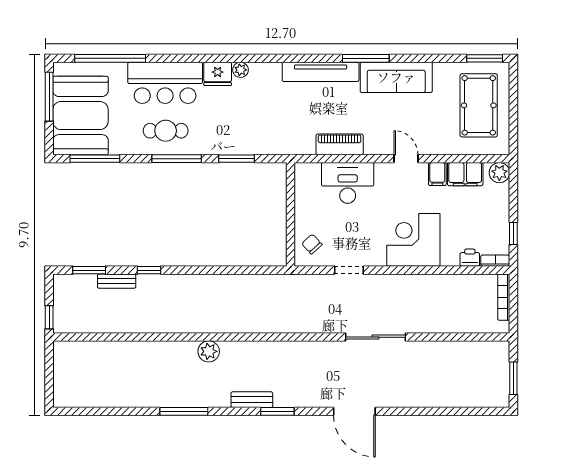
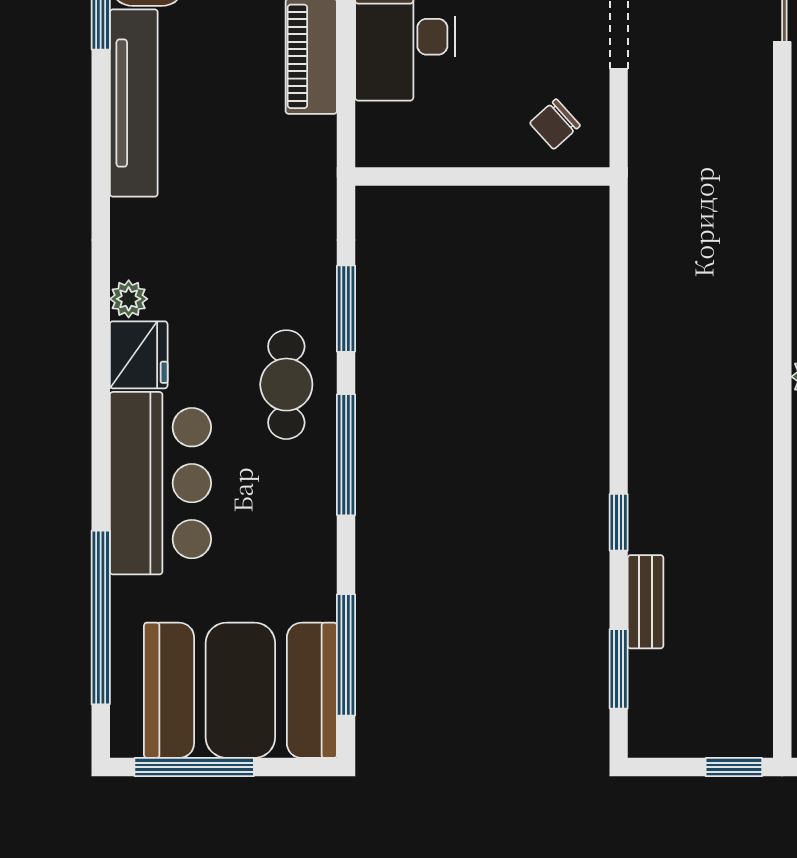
cafe table: (166, 131) -> (286, 385), moved

